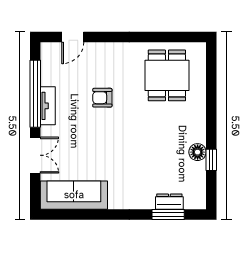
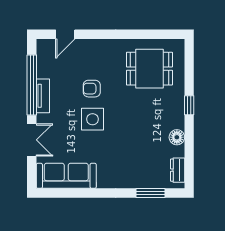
dining table: (167, 75) -> (149, 69), turned 90
side table: (103, 132) -> (92, 119), added
window: (211, 160) -> (189, 105), moved
dresser: (169, 202) -> (178, 170), moved, turned -90

